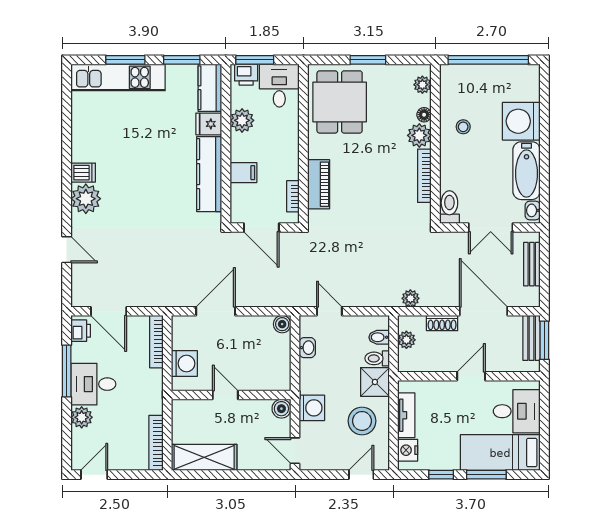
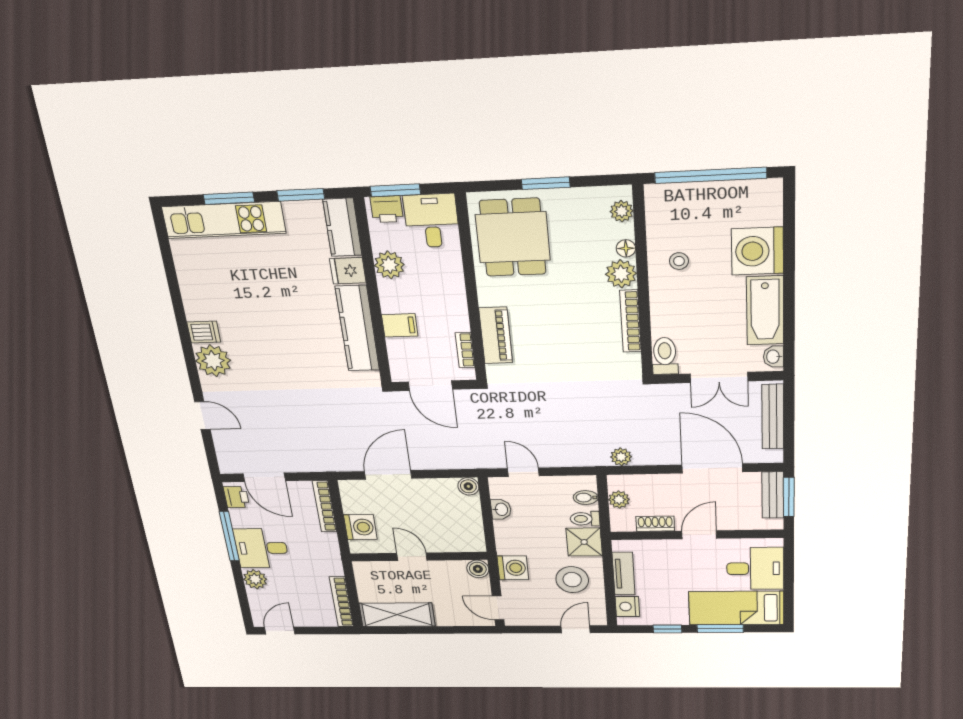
bench: (532, 264) -> (773, 417), width x1.36
shoe rack: (442, 323) -> (655, 524), moved, turned 180

